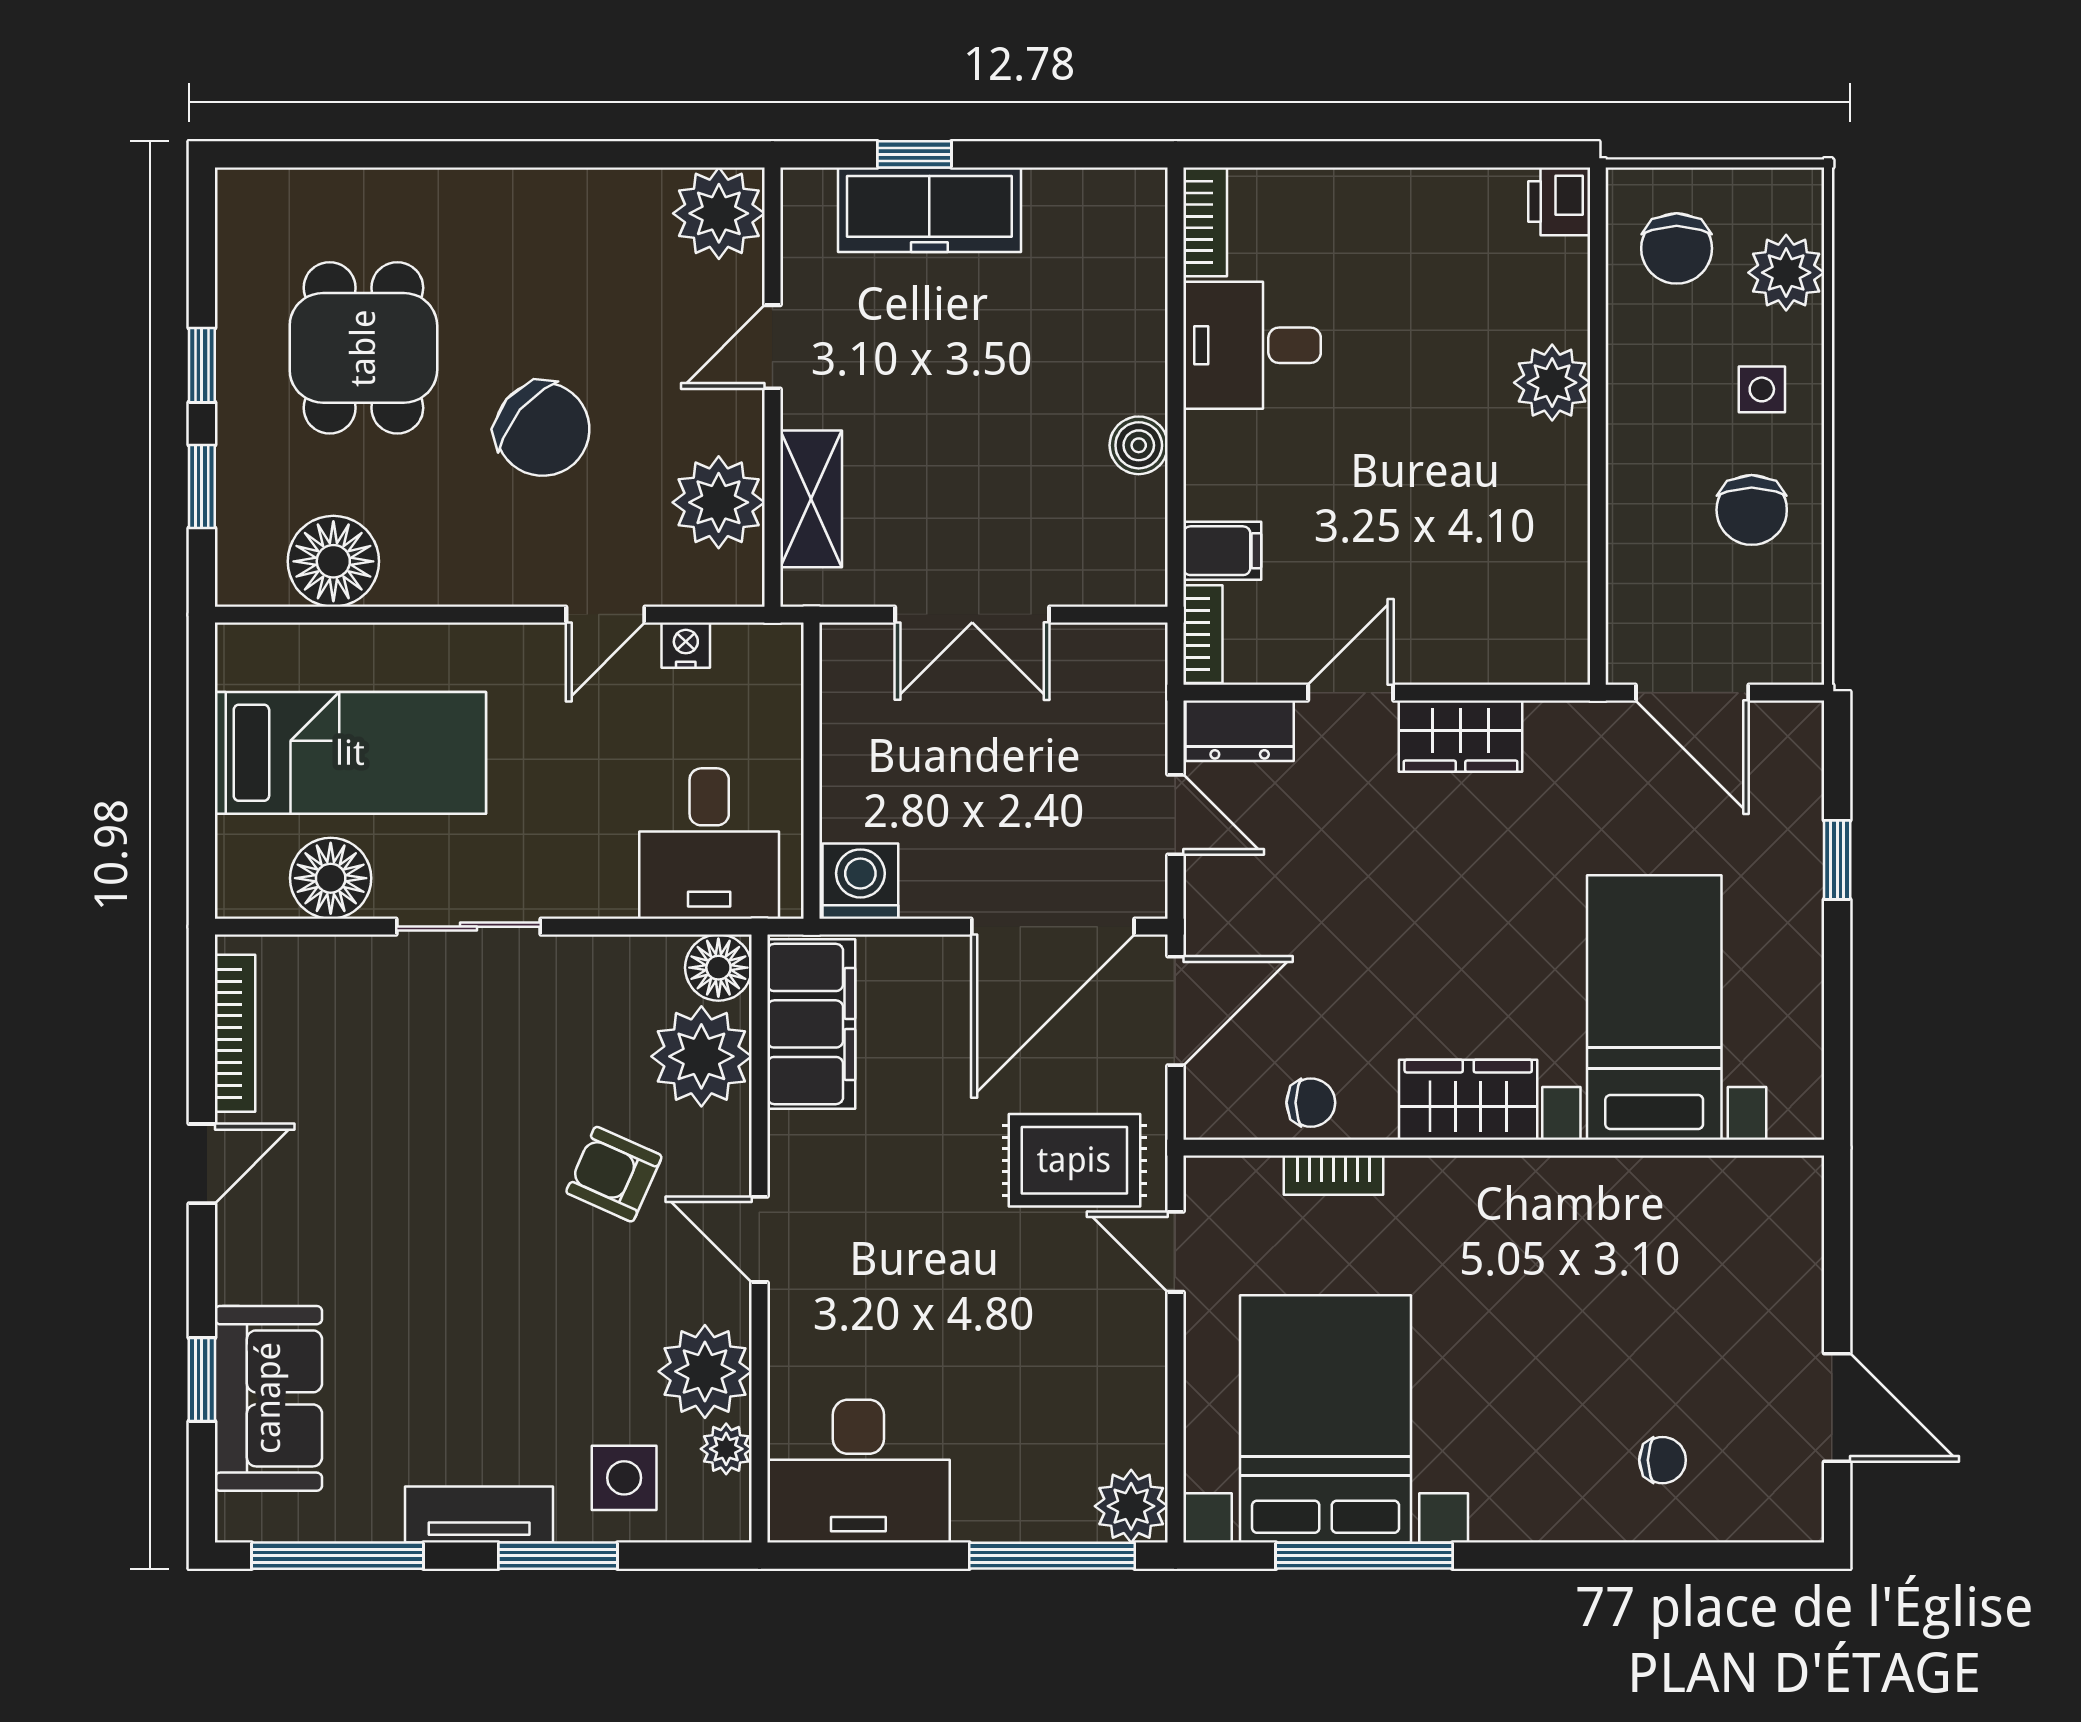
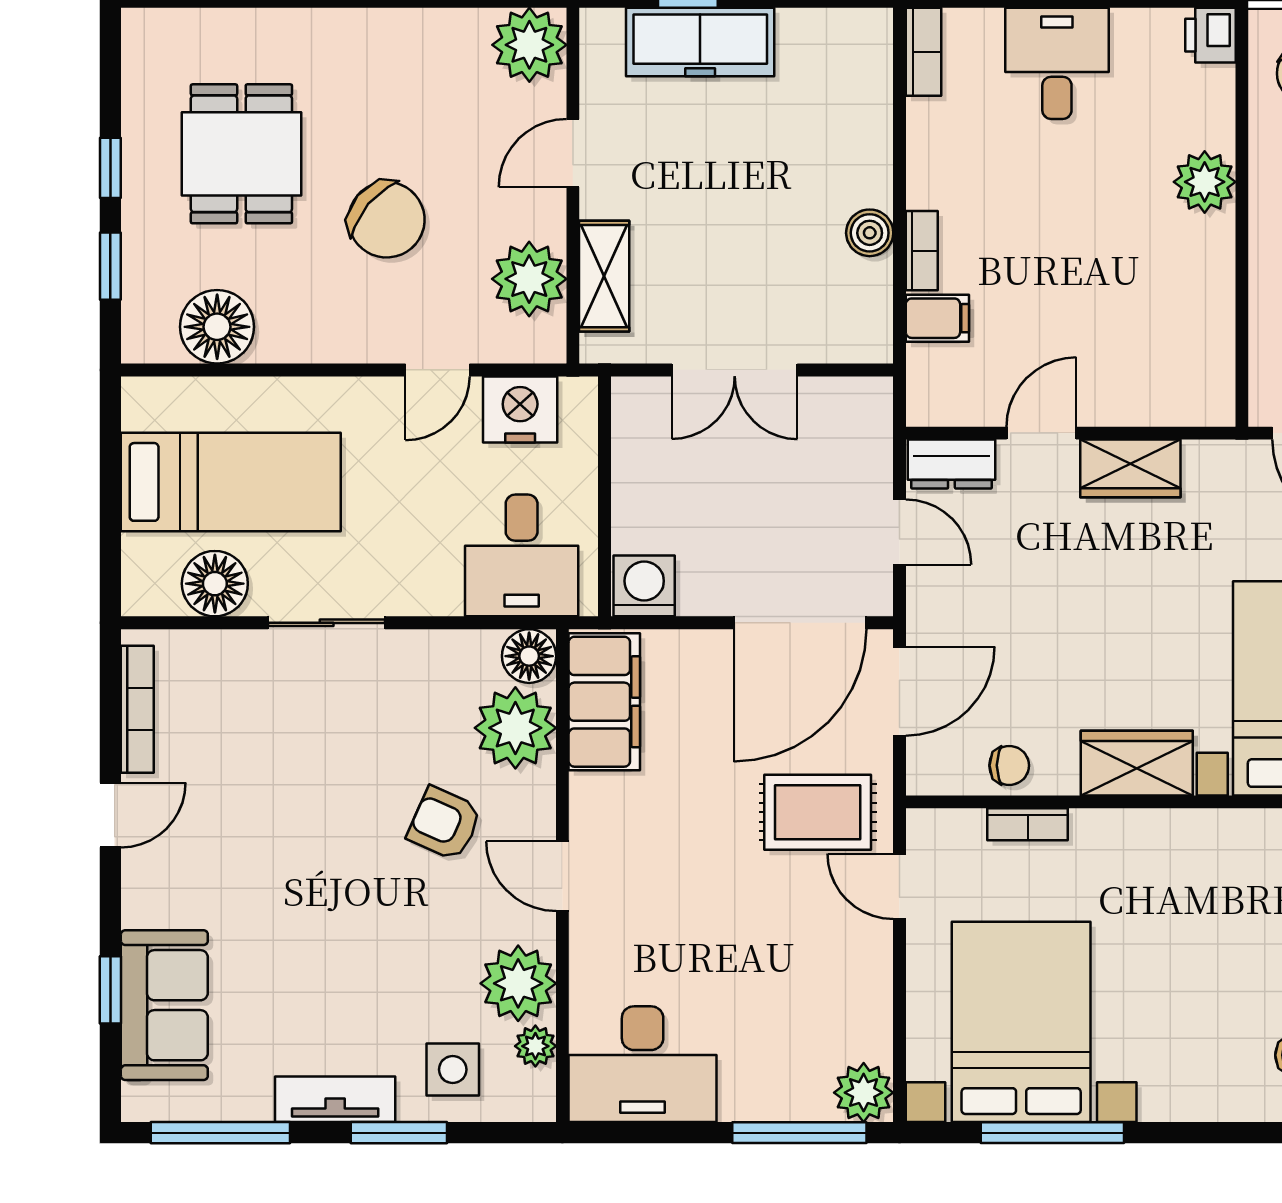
desk: (1252, 345) -> (1057, 63), moved, turned 90
bookcase: (1203, 634) -> (922, 251), moved
nightstand: (686, 645) -> (520, 409), width x1.89, depth x1.79

